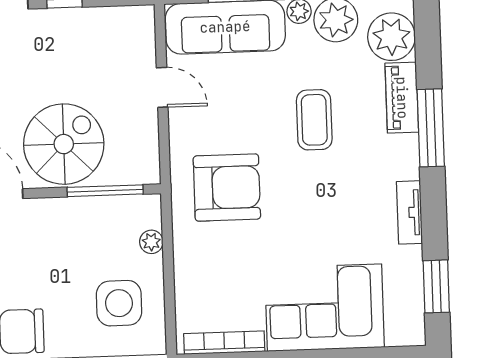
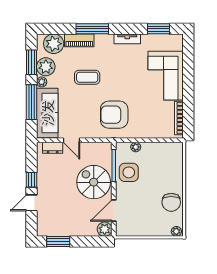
dresser: (143, 43) -> (53, 148), added
door: (162, 87) -> (71, 140), swing flipped
armchair: (227, 188) -> (114, 115), turned -90
side table: (119, 303) -> (129, 172), moved

